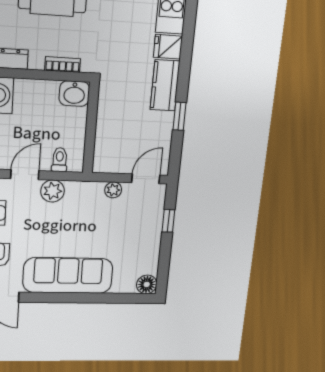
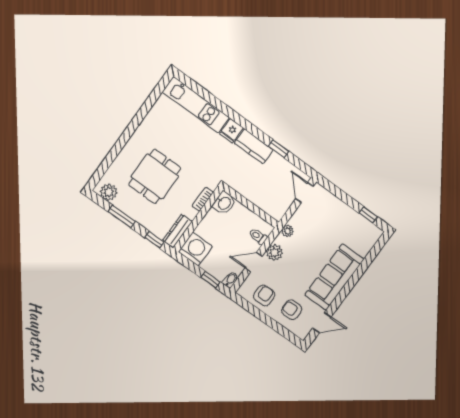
door: (25, 175) -> (254, 262), hinge flipped
plant: (113, 190) -> (288, 231), moved
window: (168, 221) -> (368, 215), moved
floor lamp: (147, 284) -> (374, 233), removed

